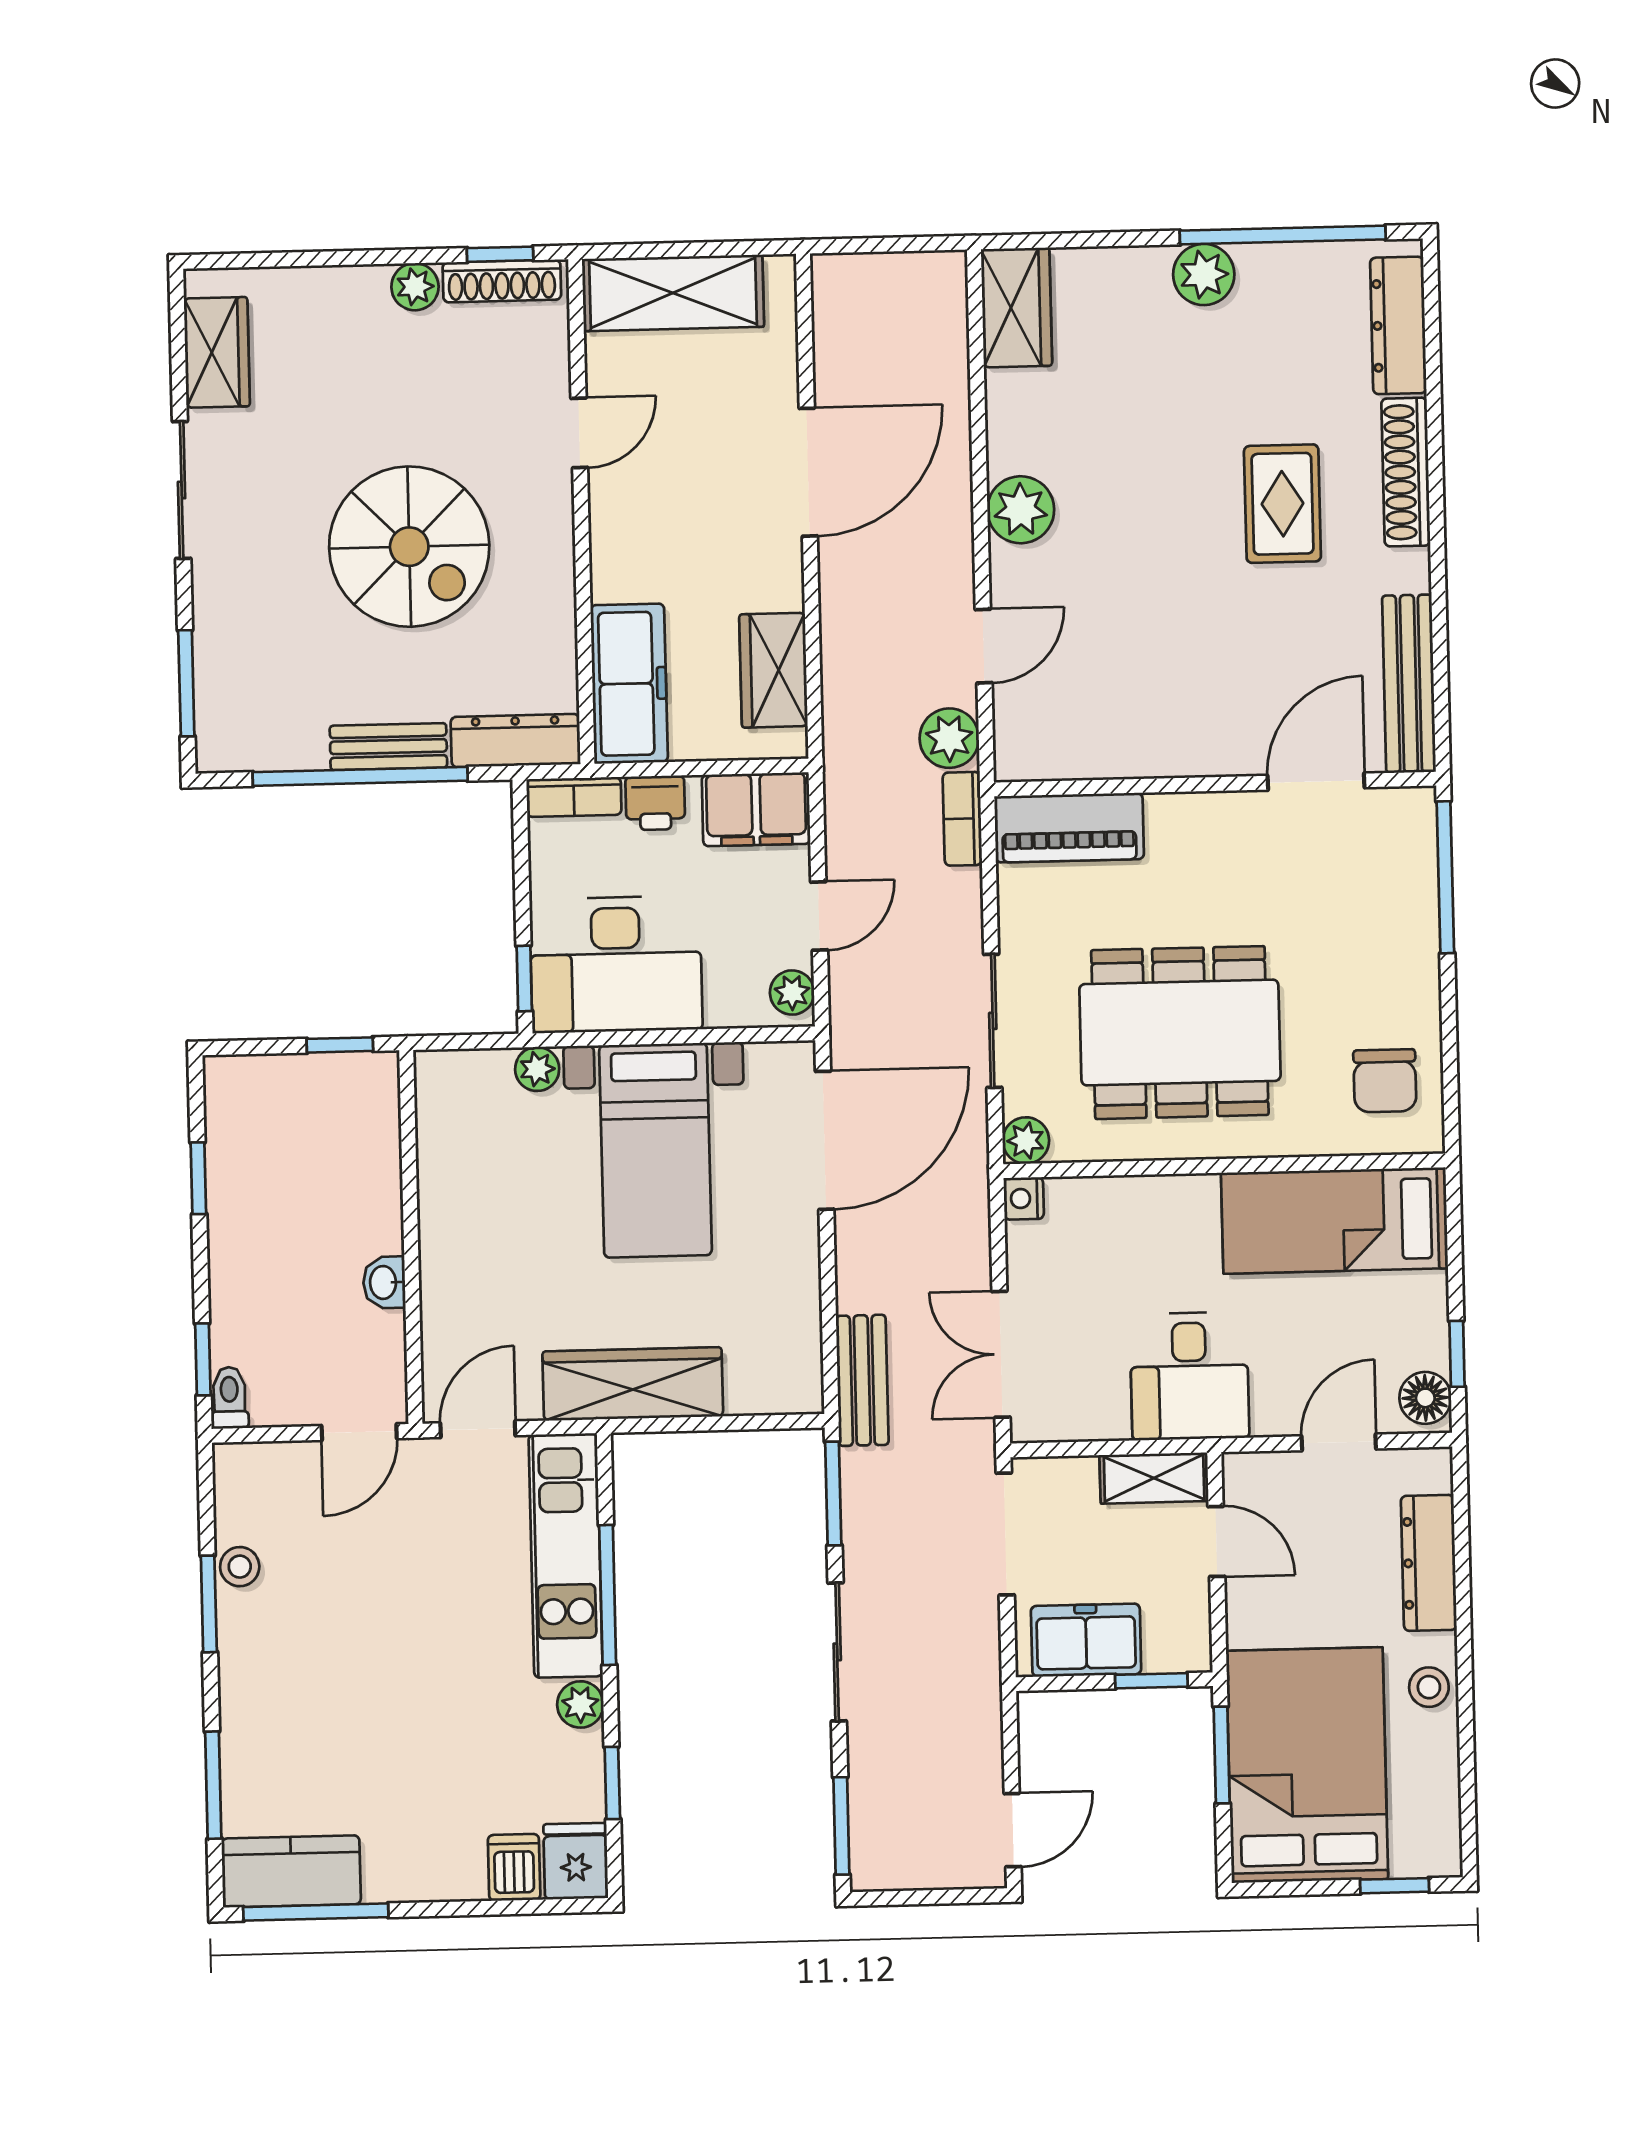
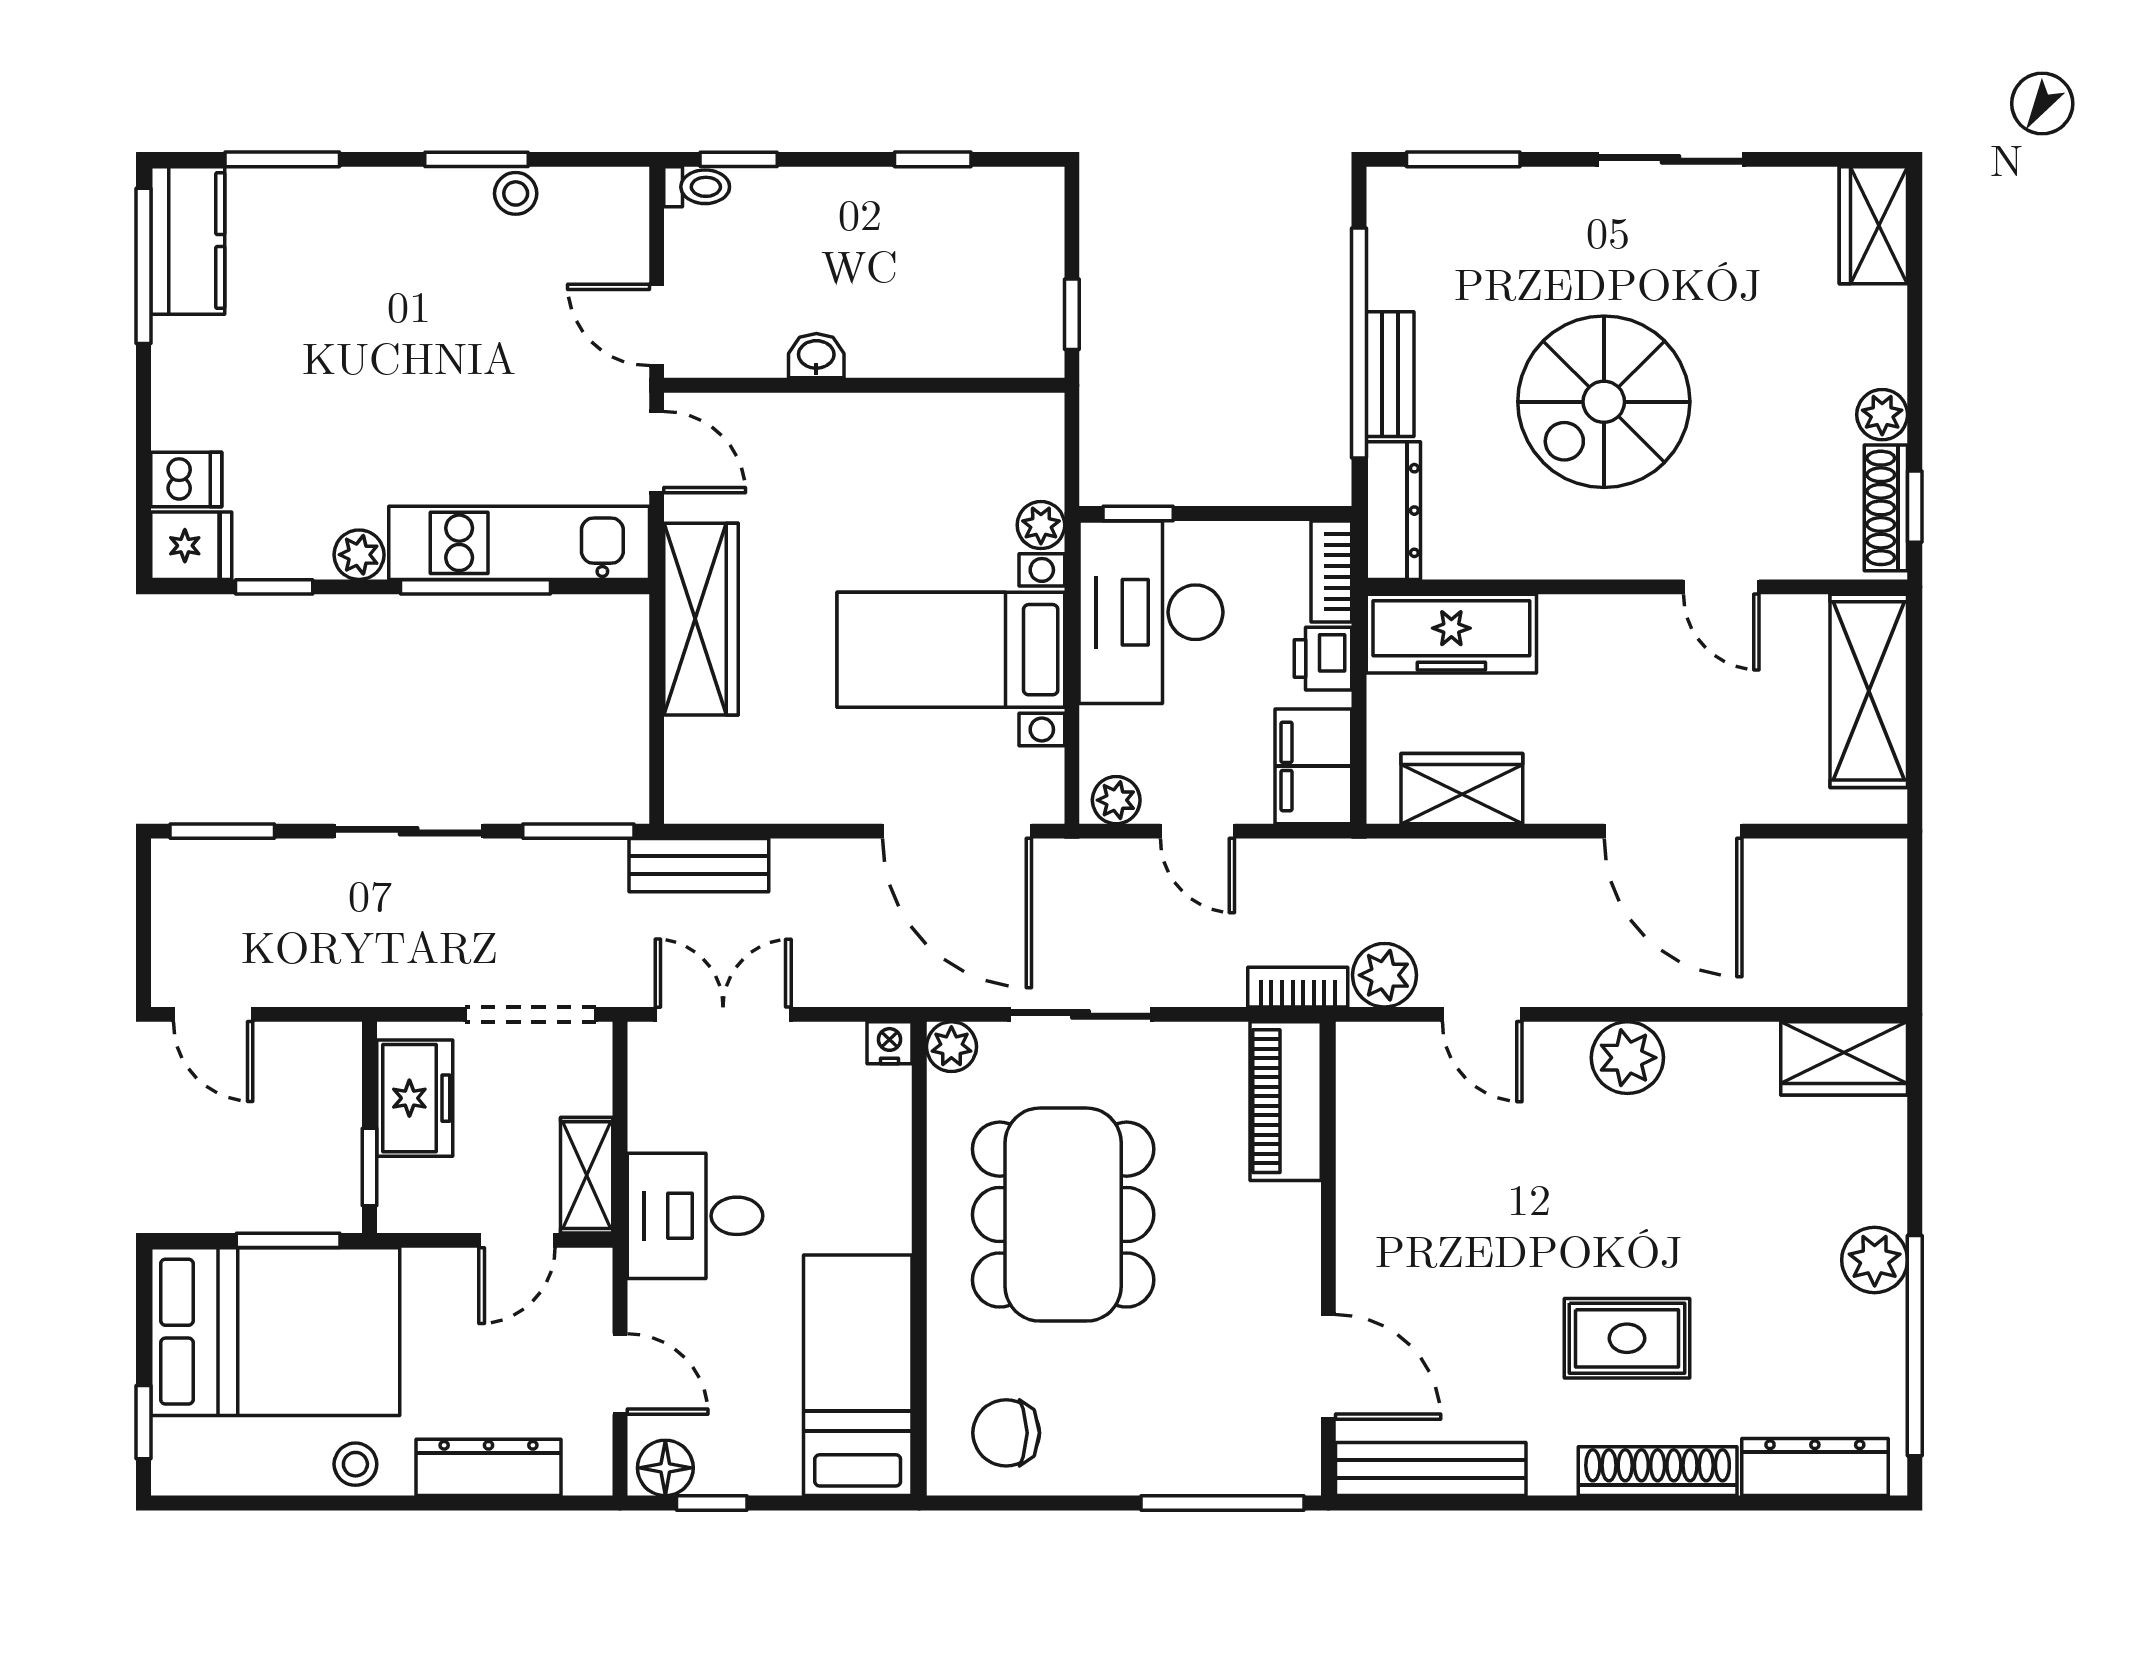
wardrobe: (217, 352) -> (1873, 225), moved, turned 90

